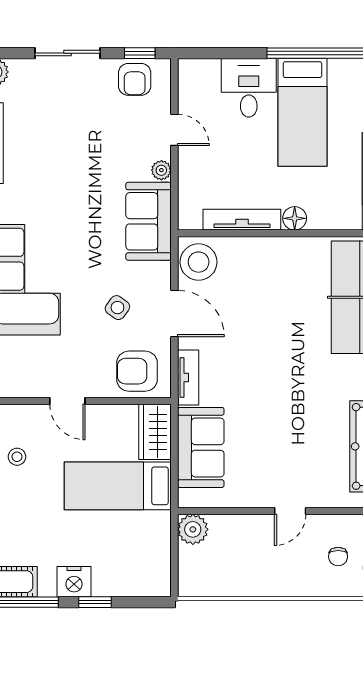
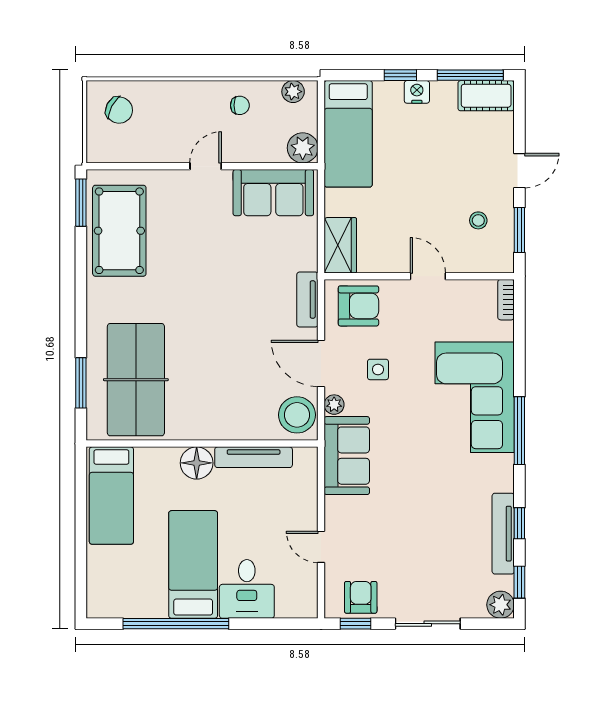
plant: (161, 170) -> (334, 405), moved
floor lamp: (295, 218) -> (197, 463), width x1.38, depth x1.38
side table: (117, 308) -> (378, 369), turned -36
sofa: (201, 447) -> (273, 193), moved, turned -90
bed: (118, 486) -> (348, 134), moved, turned 90
chair: (338, 557) -> (240, 105), moved, turned 90
nightstand: (74, 582) -> (417, 92), width x0.74, depth x0.75
plant: (202, 586) -> (293, 92), added

